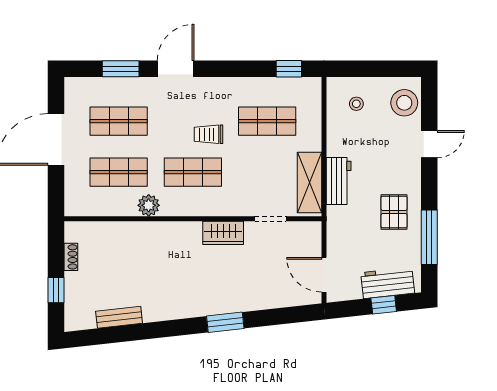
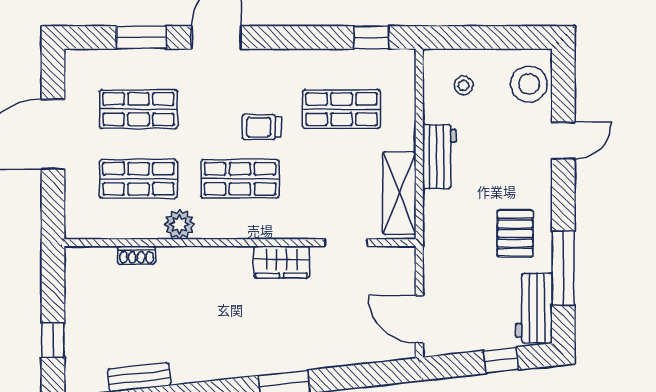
workbench: (339, 181) -> (439, 157), moved
shoe rack: (71, 257) -> (137, 255), moved, turned 90
workbench: (388, 283) -> (534, 308), moved, turned -84

